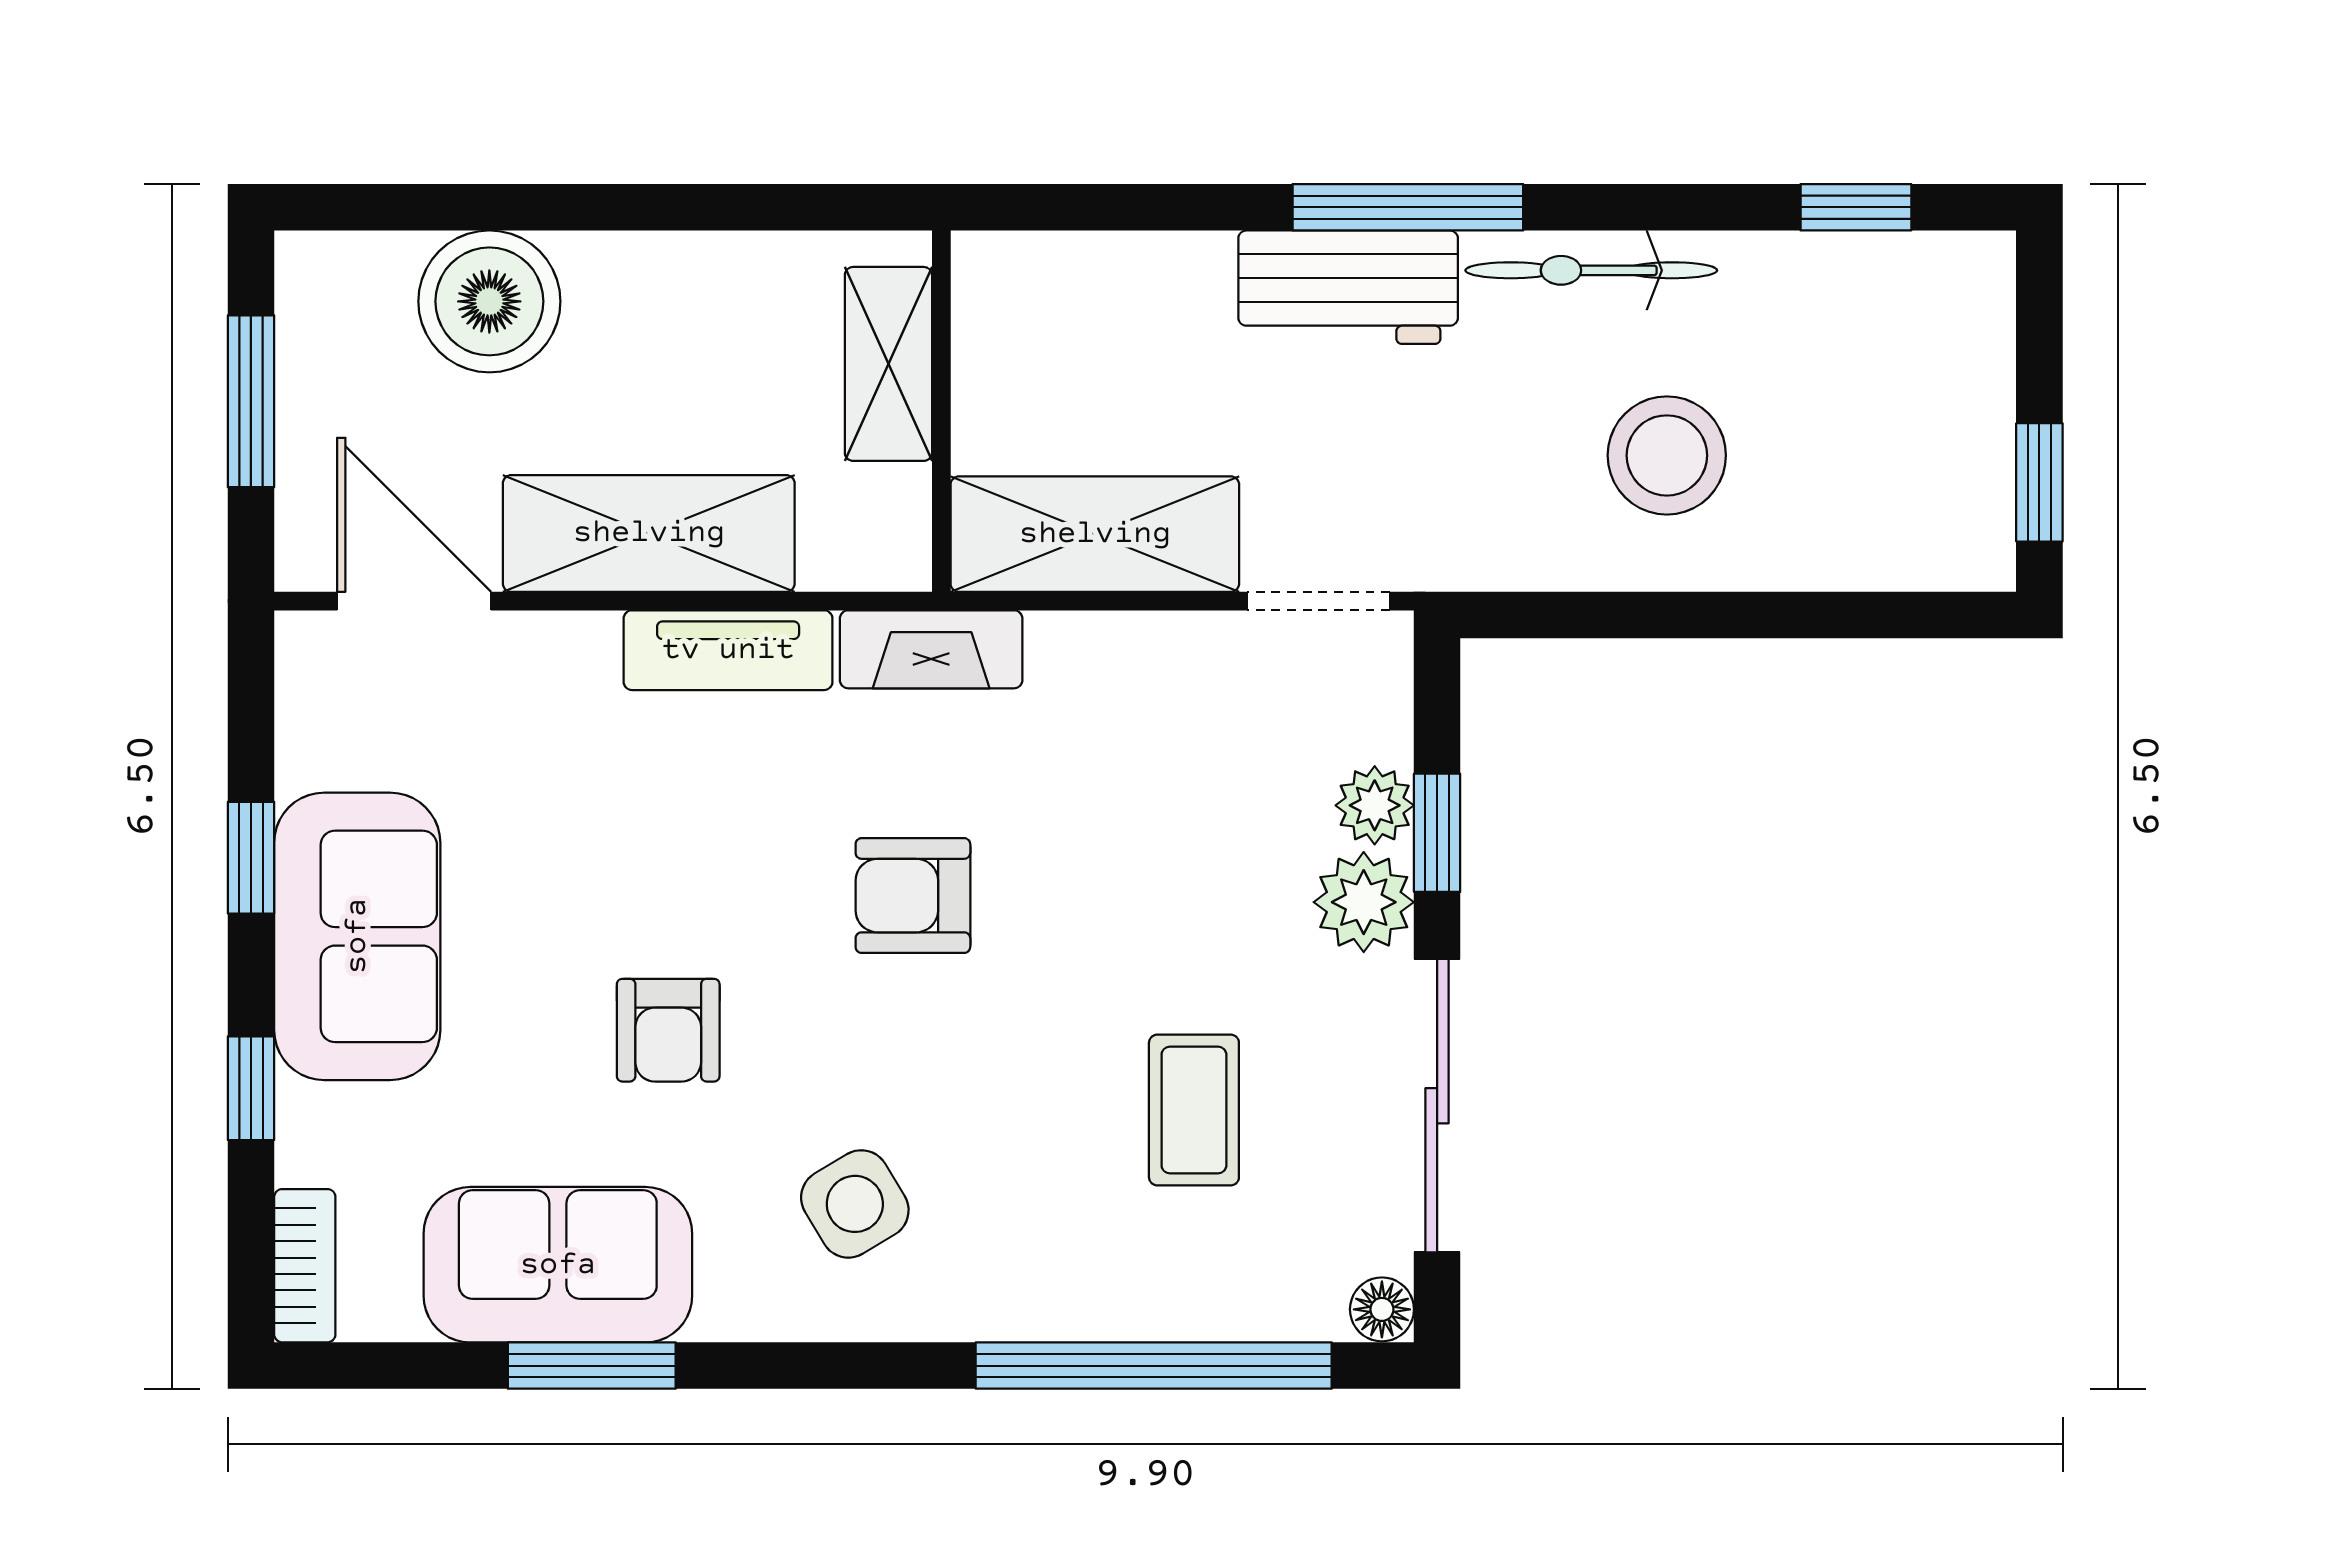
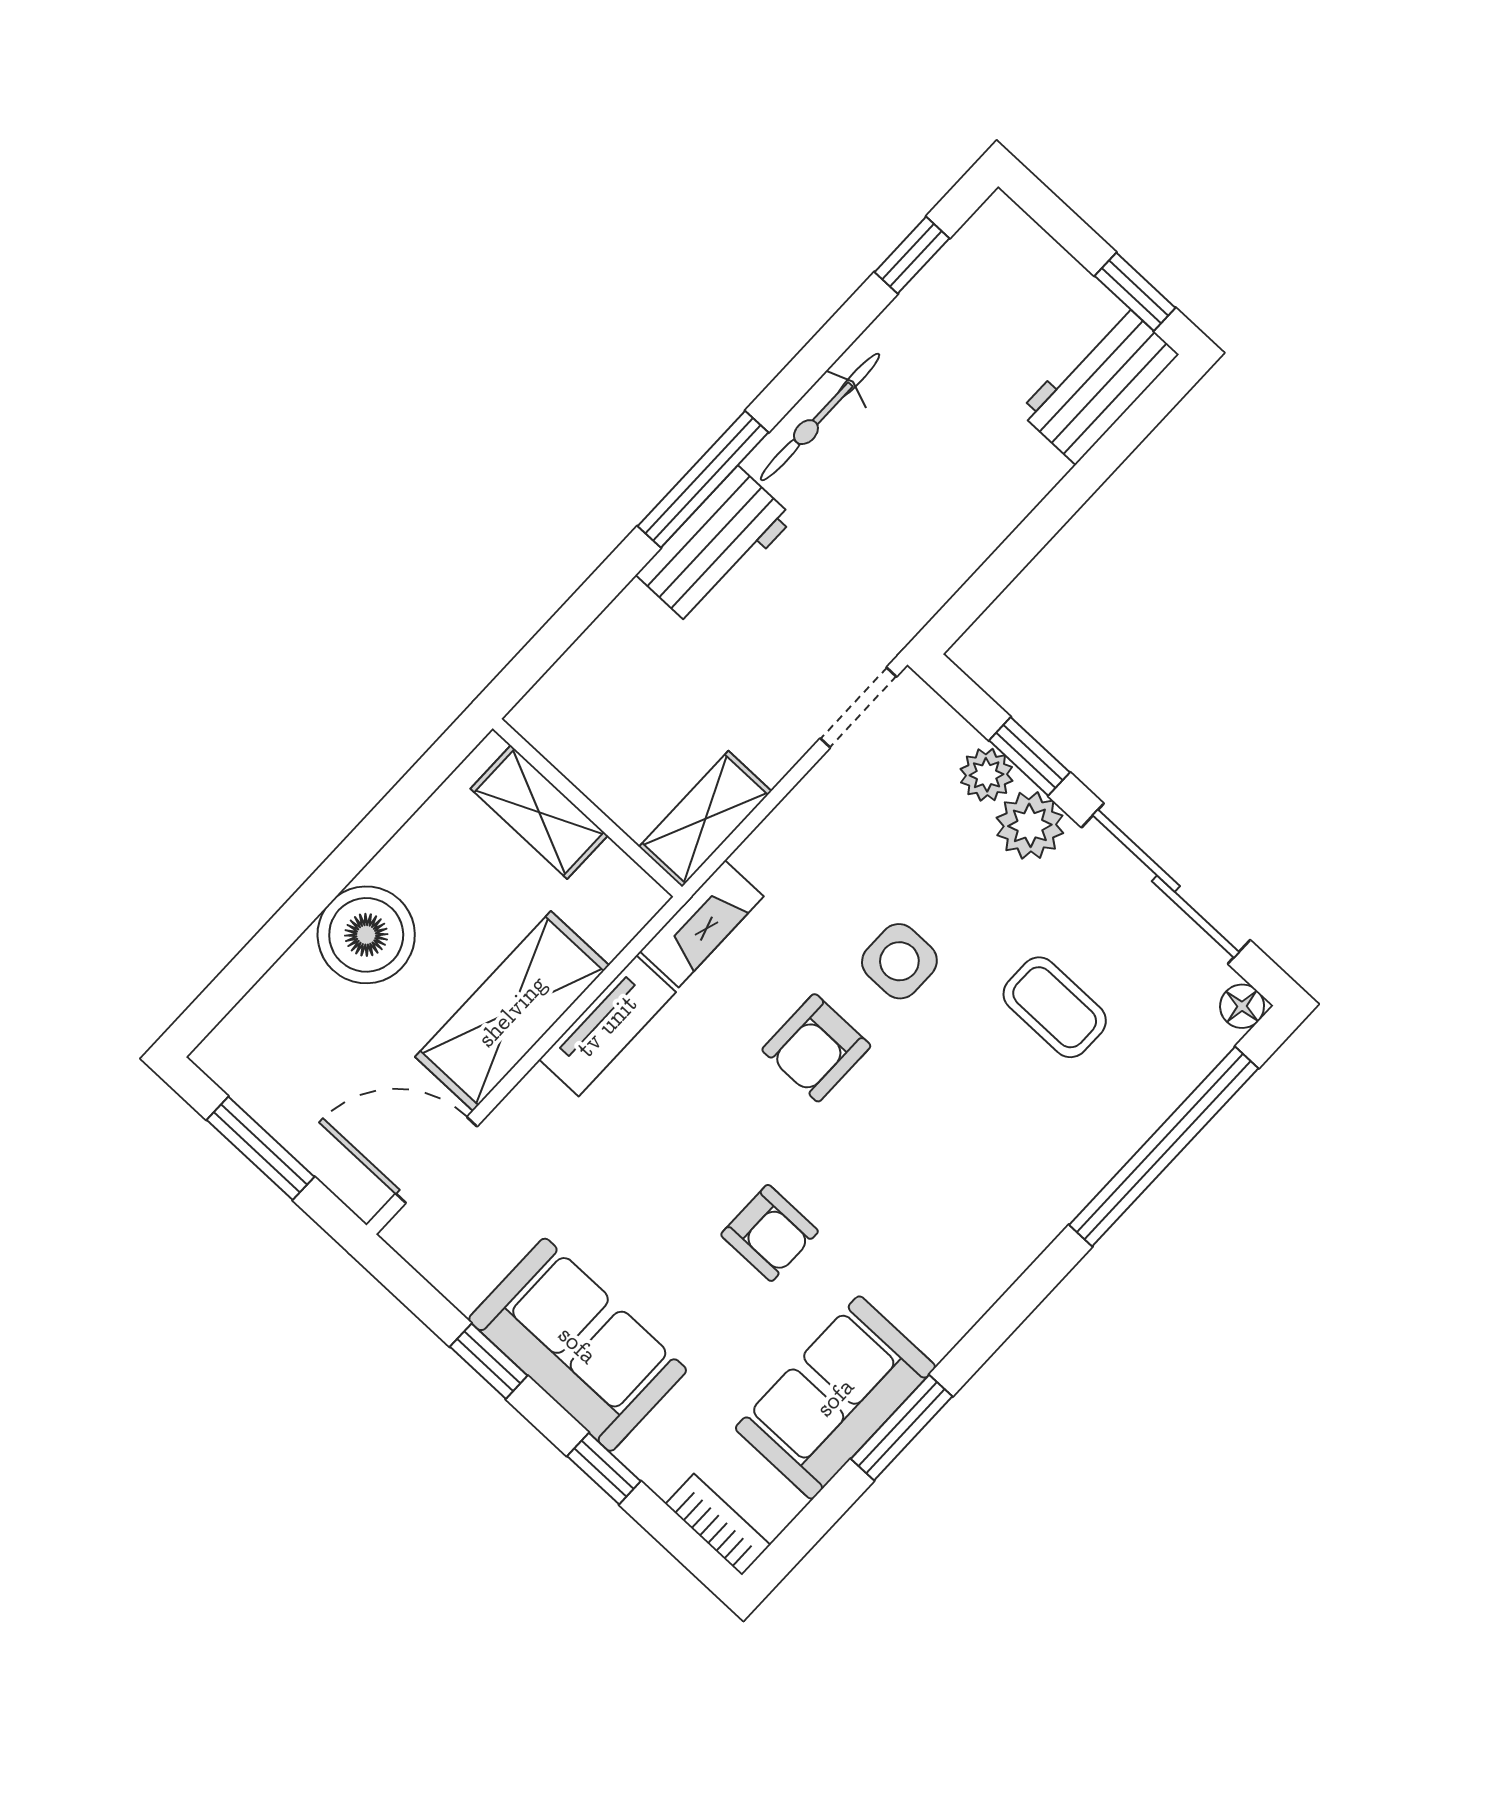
boiler: (489, 301) -> (366, 935), moved
stool: (1667, 455) -> (948, 466), removed
shelving: (1095, 534) -> (705, 819), width x0.67, depth x0.75
workbench: (1905, 535) -> (1099, 383), added
side table: (855, 1204) -> (899, 961), moved, turned 31

